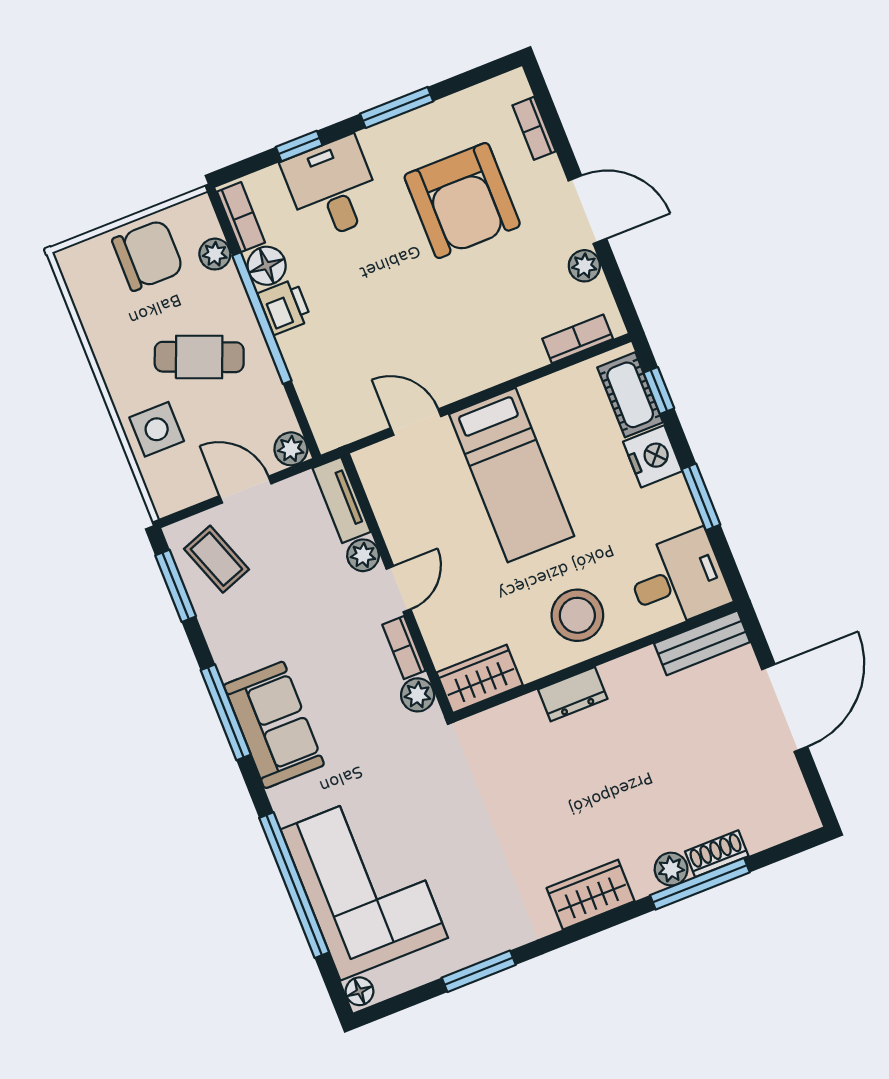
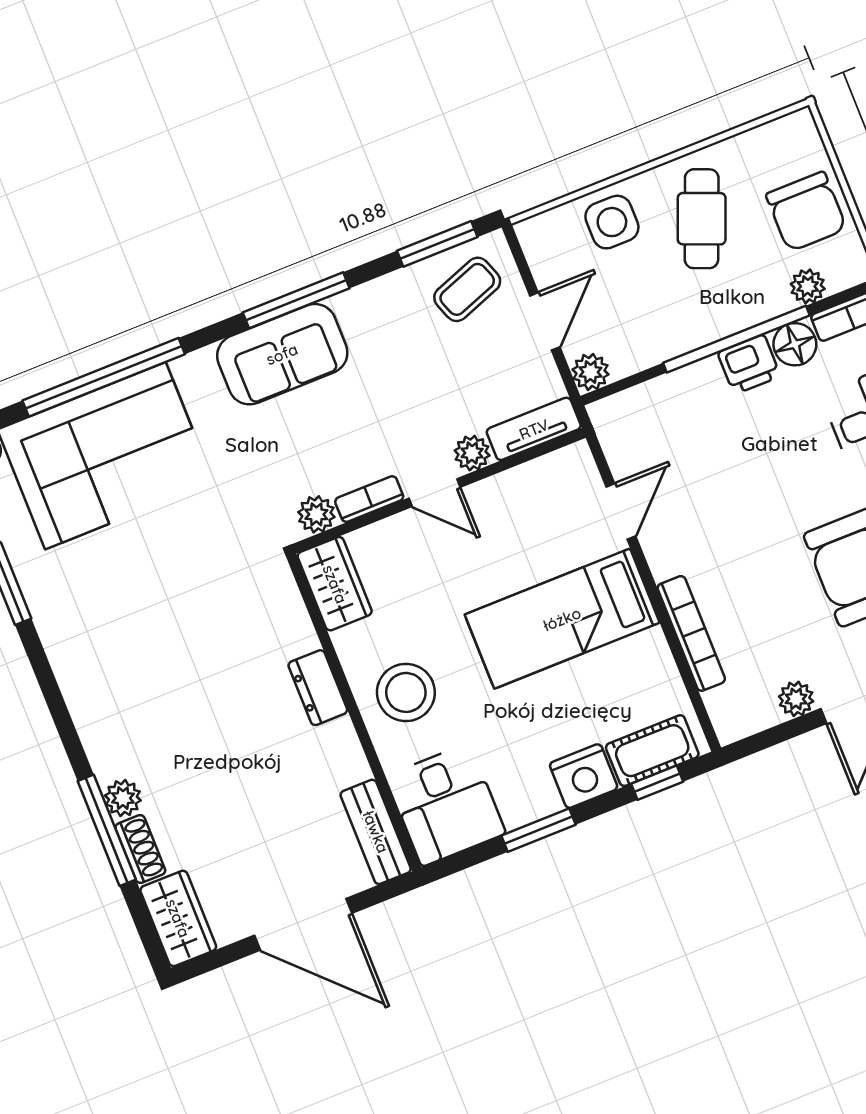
bookcase: (578, 339) -> (691, 633), moved, width x1.56
cafe table: (199, 357) -> (702, 219), moved
wardrobe: (591, 895) -> (178, 918), moved

